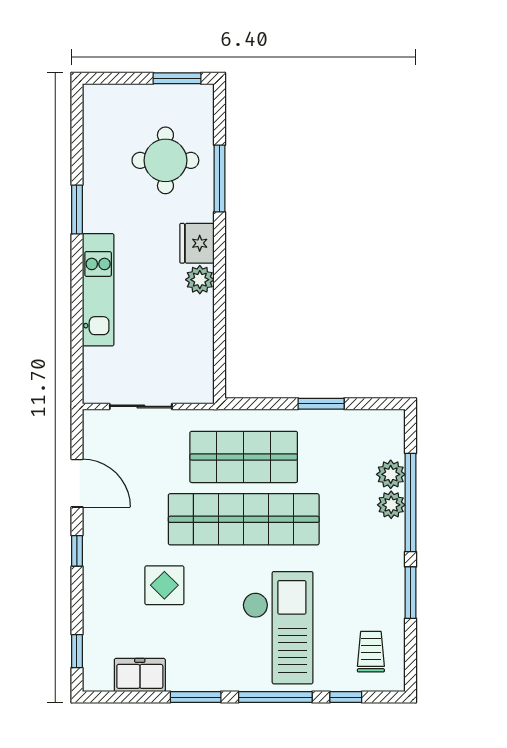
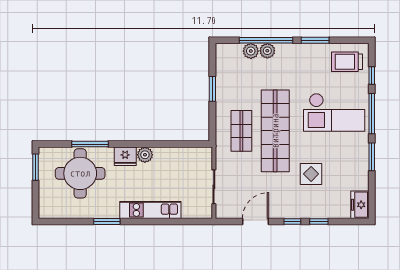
round table: (165, 160) -> (80, 173), width x1.36, depth x1.36
shop shelf: (244, 457) -> (241, 131), width x0.70, depth x0.74
checkout: (278, 628) -> (334, 112), turned 180
window: (77, 651) -> (319, 222), moved
trolley: (371, 652) -> (347, 62), width x1.36, depth x1.39
freezer: (140, 675) -> (360, 205), moved

